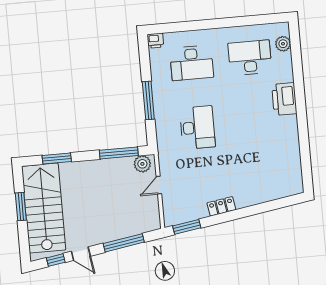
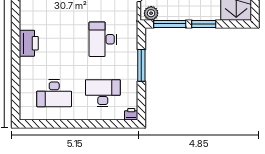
plant: (283, 44) -> (26, 102), removed
printer: (284, 99) -> (29, 43), moved
window: (57, 159) -> (204, 24), moved

